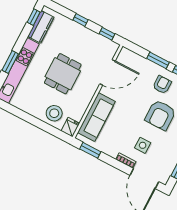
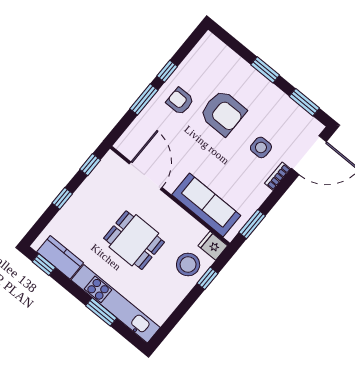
window: (48, 128) -> (207, 278), added

